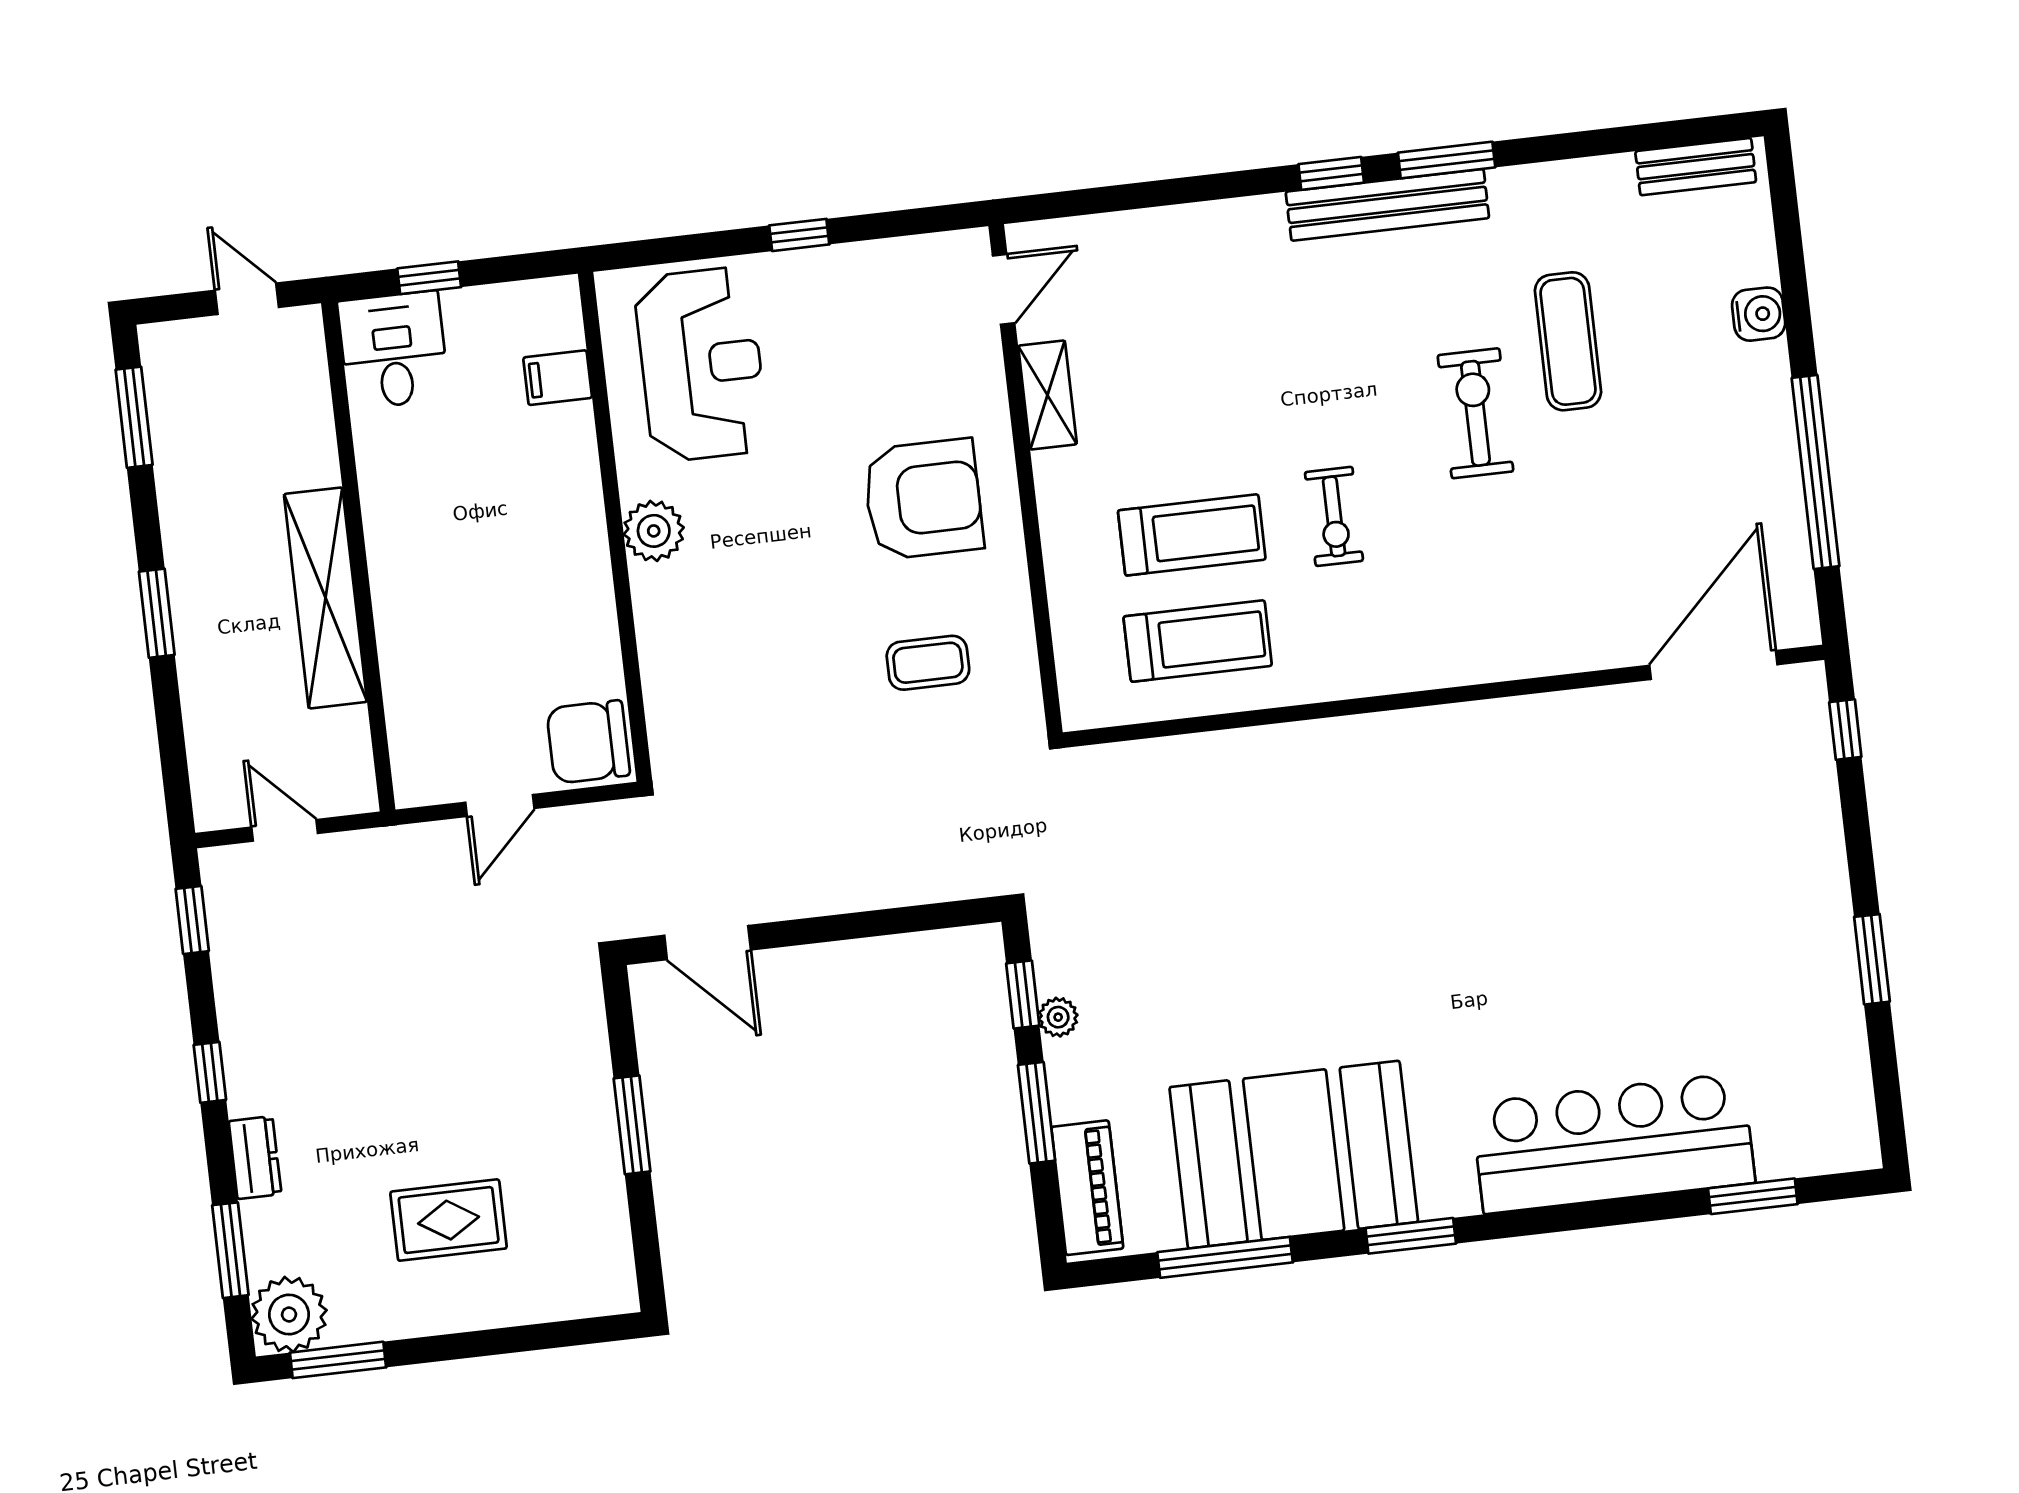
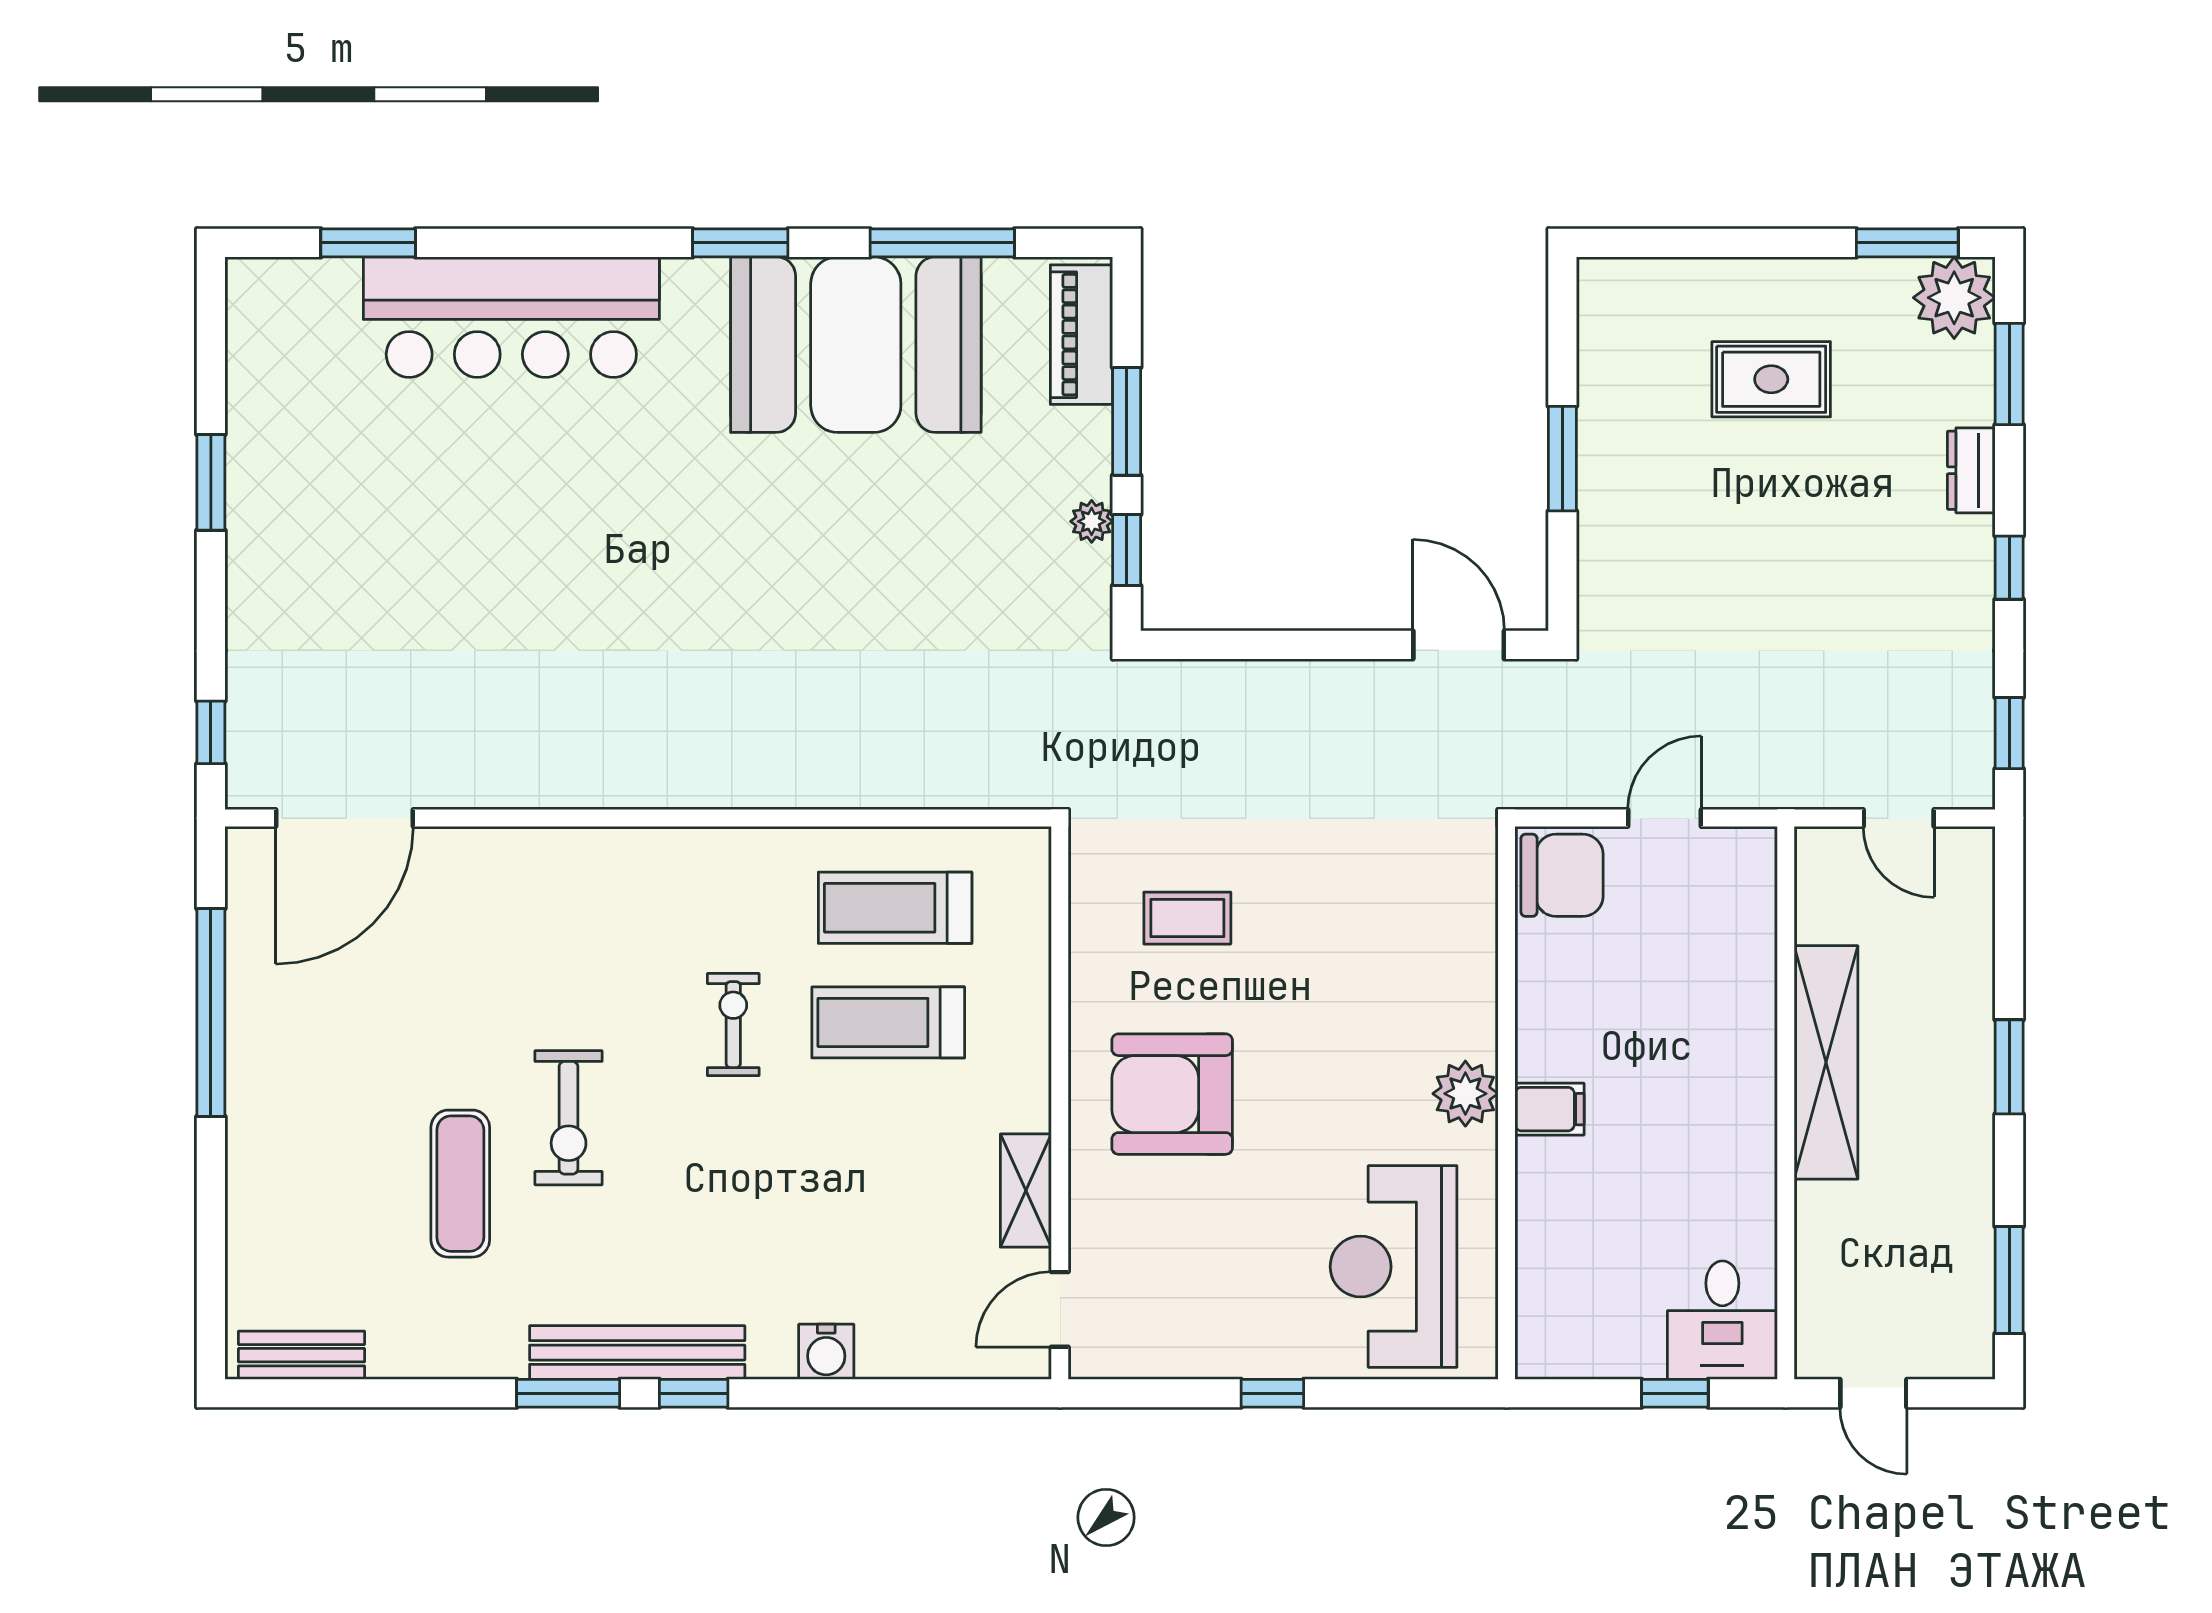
water cooler: (1759, 314) -> (826, 1352), moved, turned -90
filing cabinet: (558, 378) -> (1549, 1109), moved

